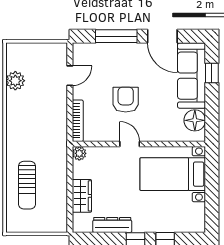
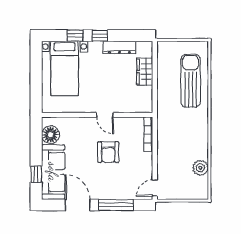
door: (70, 76) -> (155, 188), moved
plant: (79, 153) -> (147, 107), removed
bed with nightstands: (173, 174) -> (65, 68), moved, turned 90
sun lounger: (27, 185) -> (191, 81), width x1.36, depth x1.34

